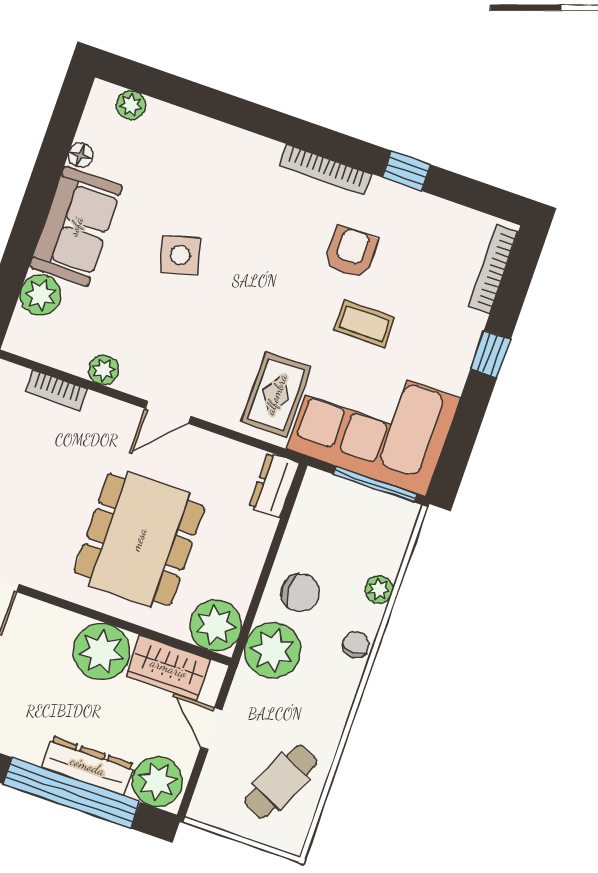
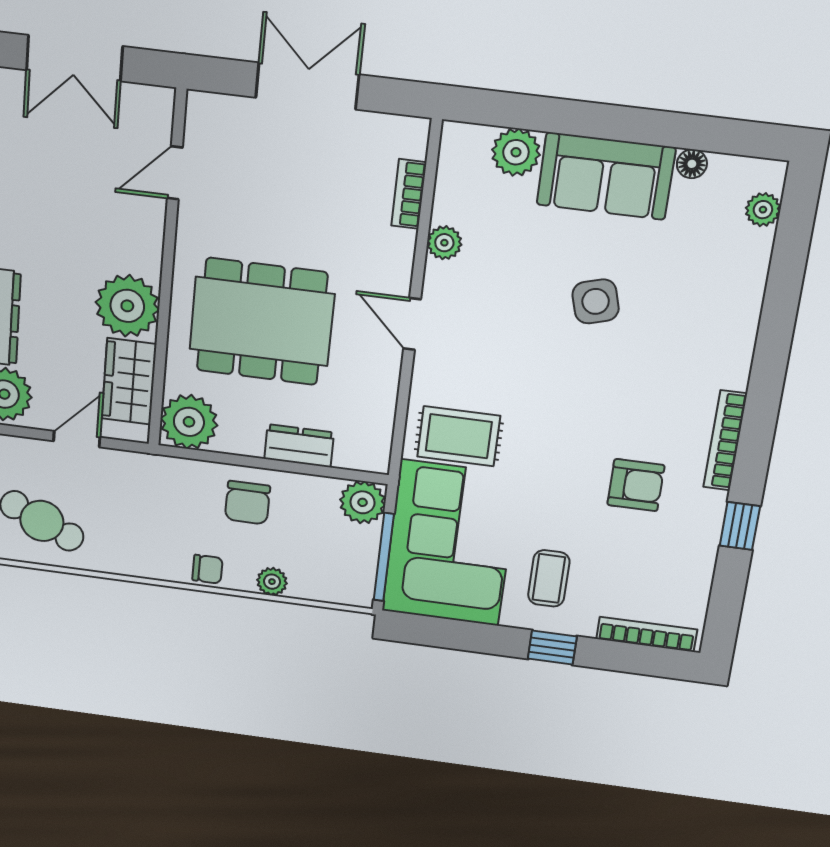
coffee table: (364, 324) -> (549, 578), moved
dresser: (274, 485) -> (299, 446), moved
plant: (273, 650) -> (363, 502), moved, width x0.73, depth x0.73

